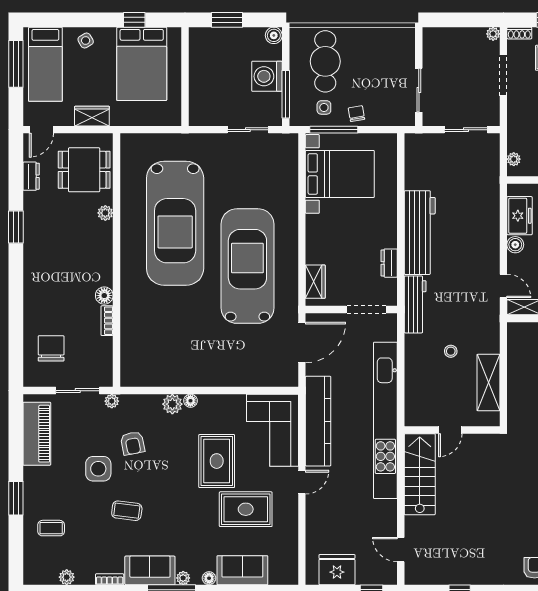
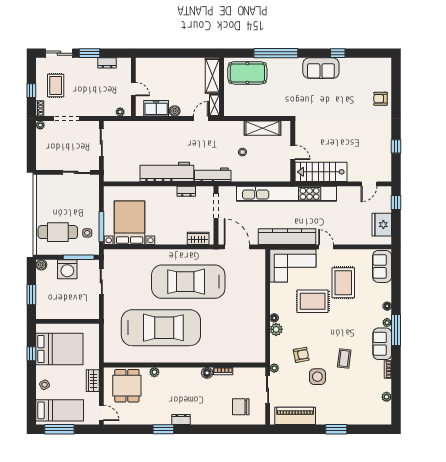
chair: (356, 114) -> (91, 212), removed
dresser: (31, 176) -> (181, 420), moved
coffee table: (51, 528) -> (355, 407), removed
sofa: (242, 570) -> (382, 266), moved

